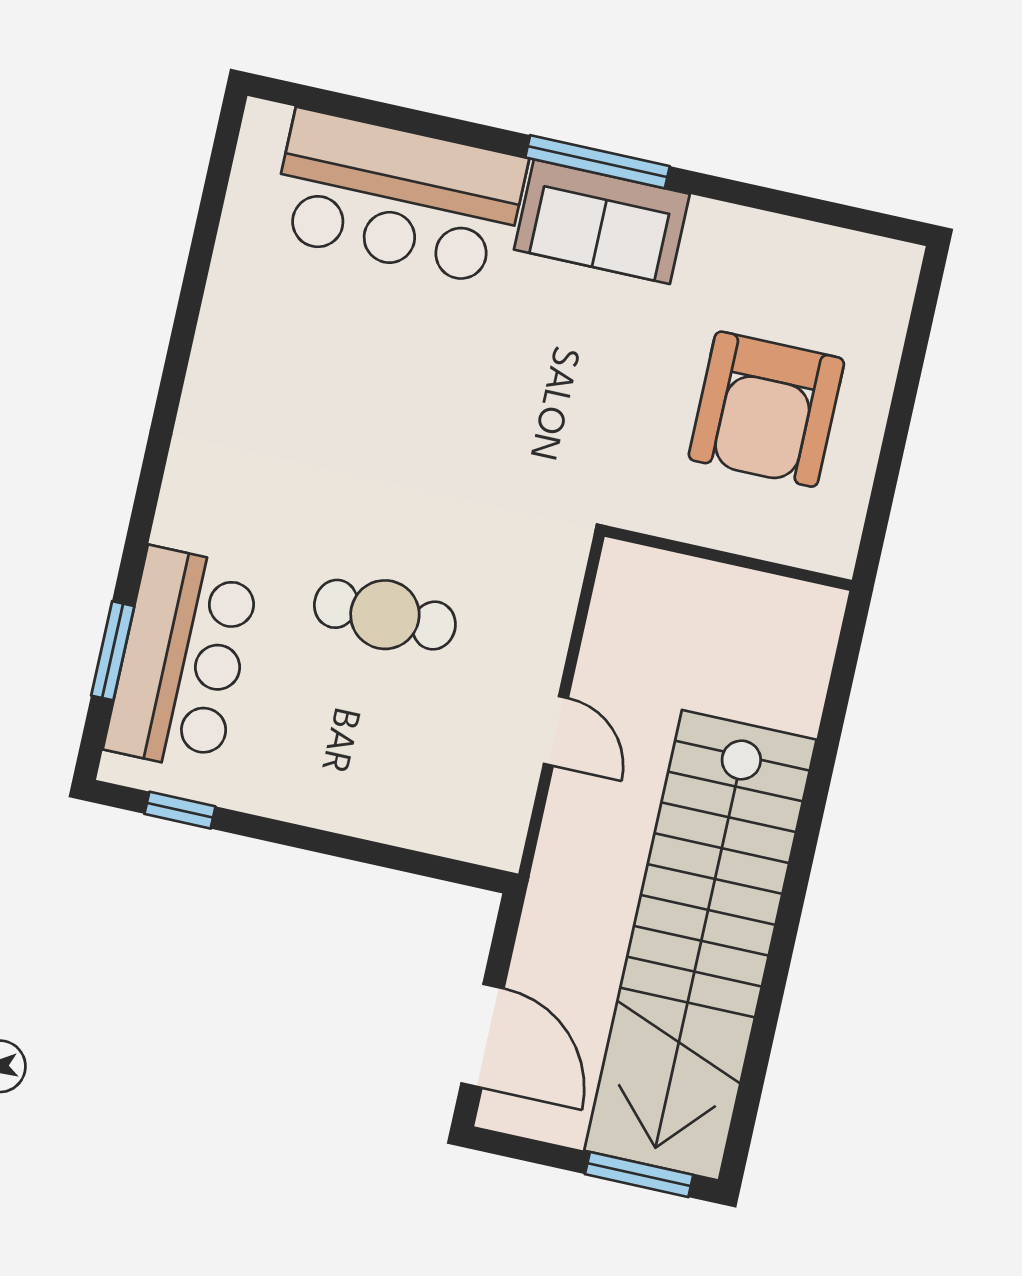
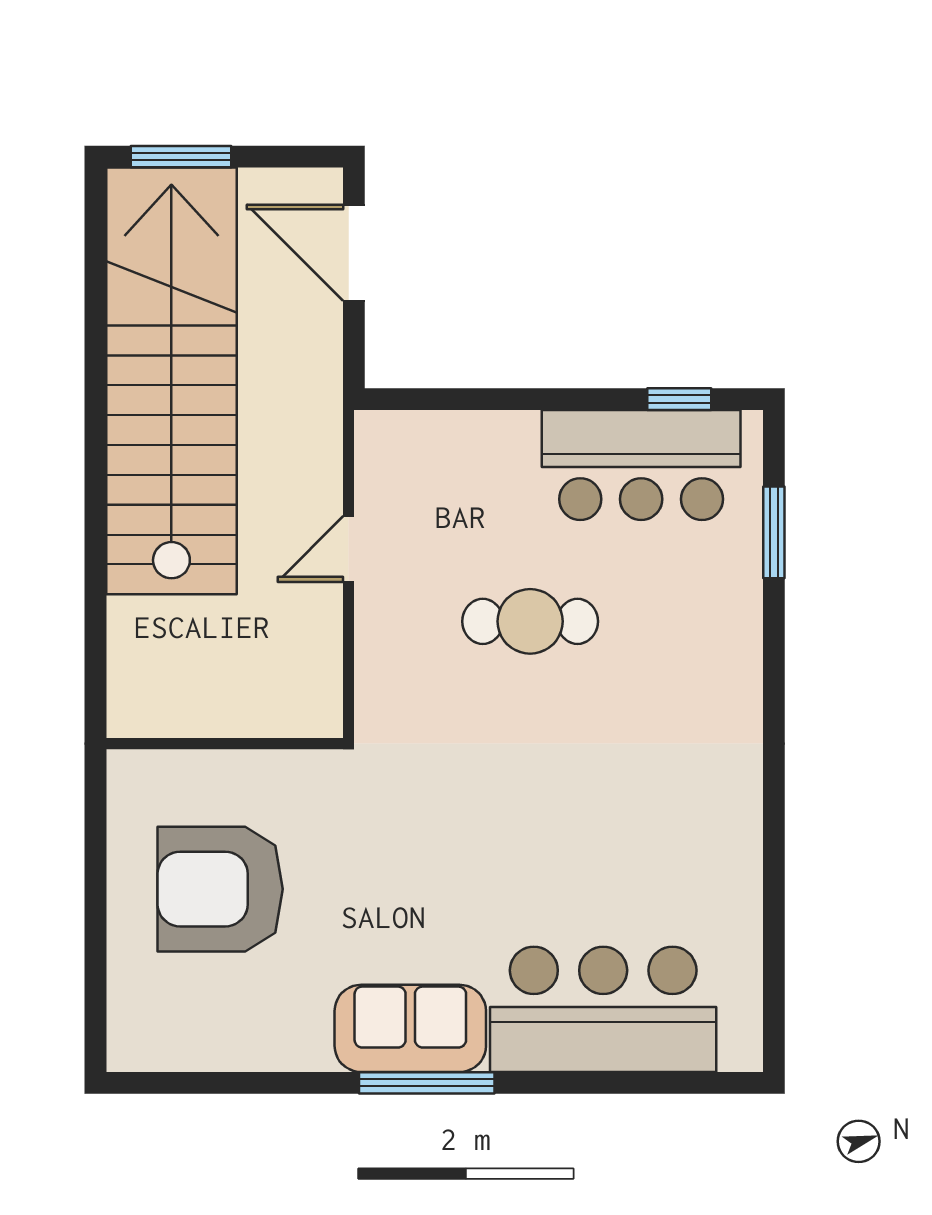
armchair: (766, 409) -> (220, 889), turned -90
bar counter: (182, 659) -> (641, 465), moved, turned -90
door: (556, 731) -> (349, 549), hinge flipped

